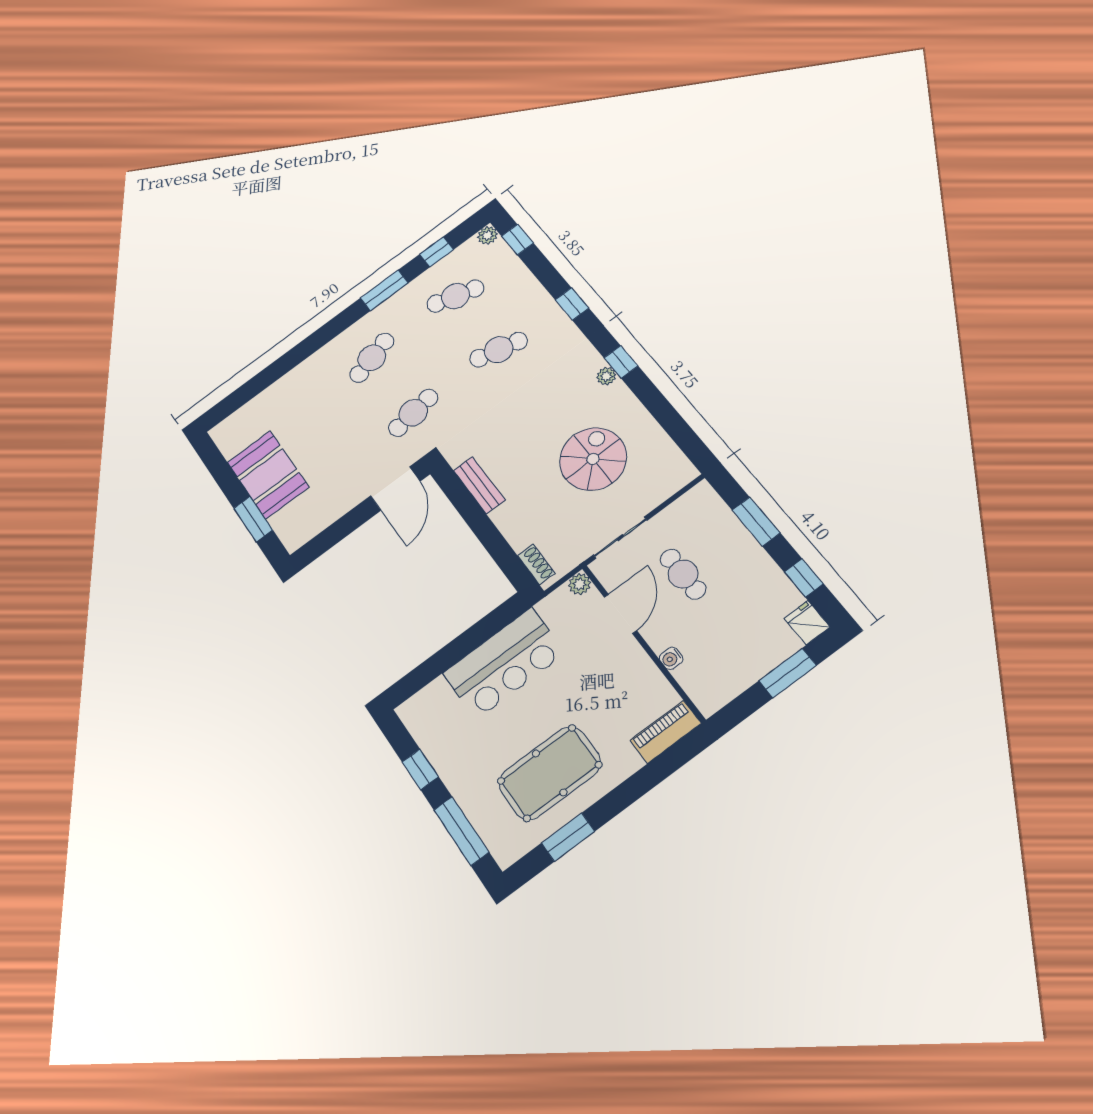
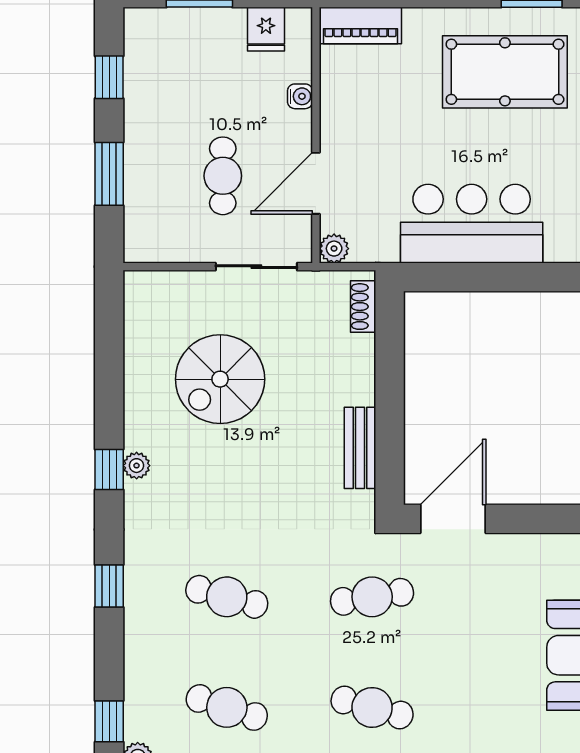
cafe table: (372, 358) -> (372, 707), turned 33
fridge: (807, 623) -> (266, 29), moved

